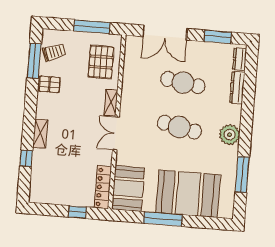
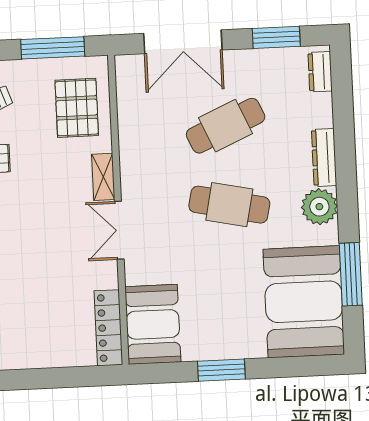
cafe table: (183, 83) -> (226, 126), turned -33
dresser: (237, 88) -> (324, 158), moved
booth: (188, 194) -> (304, 302), moved, turned 90
window: (77, 212) -> (69, 377), removed
window: (163, 219) -> (221, 370), width x0.69

